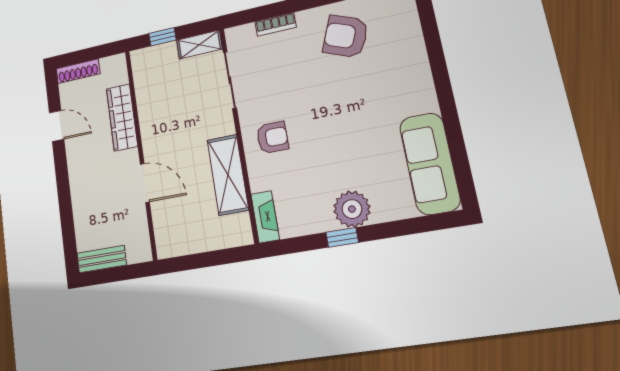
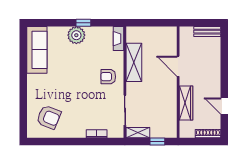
armchair: (345, 36) -> (49, 117), moved

